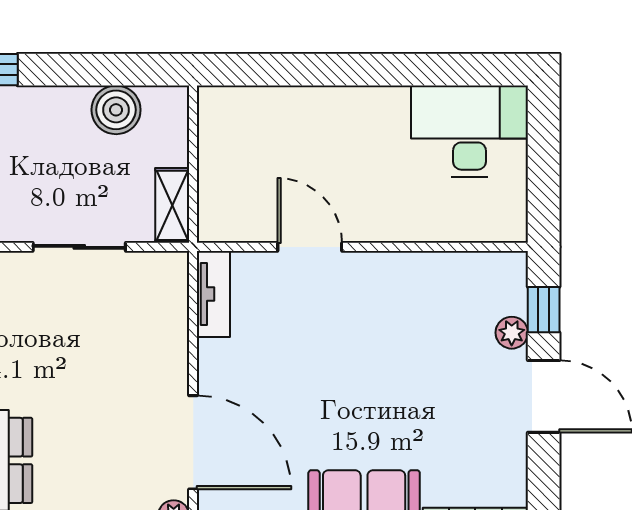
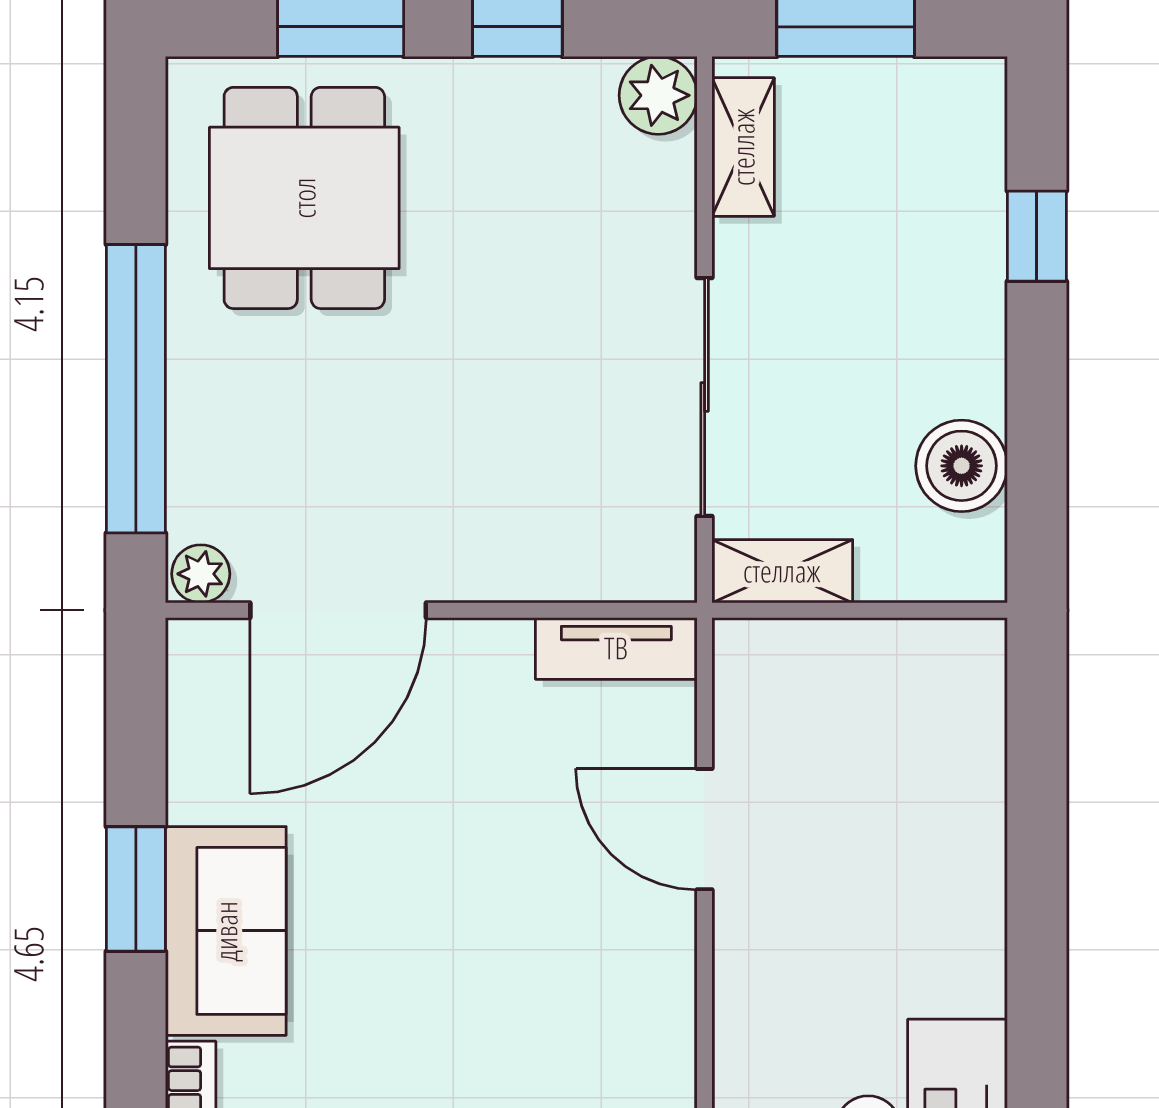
sliding door: (79, 247) -> (705, 397), width x1.37
door: (310, 247) -> (705, 829), swing flipped

